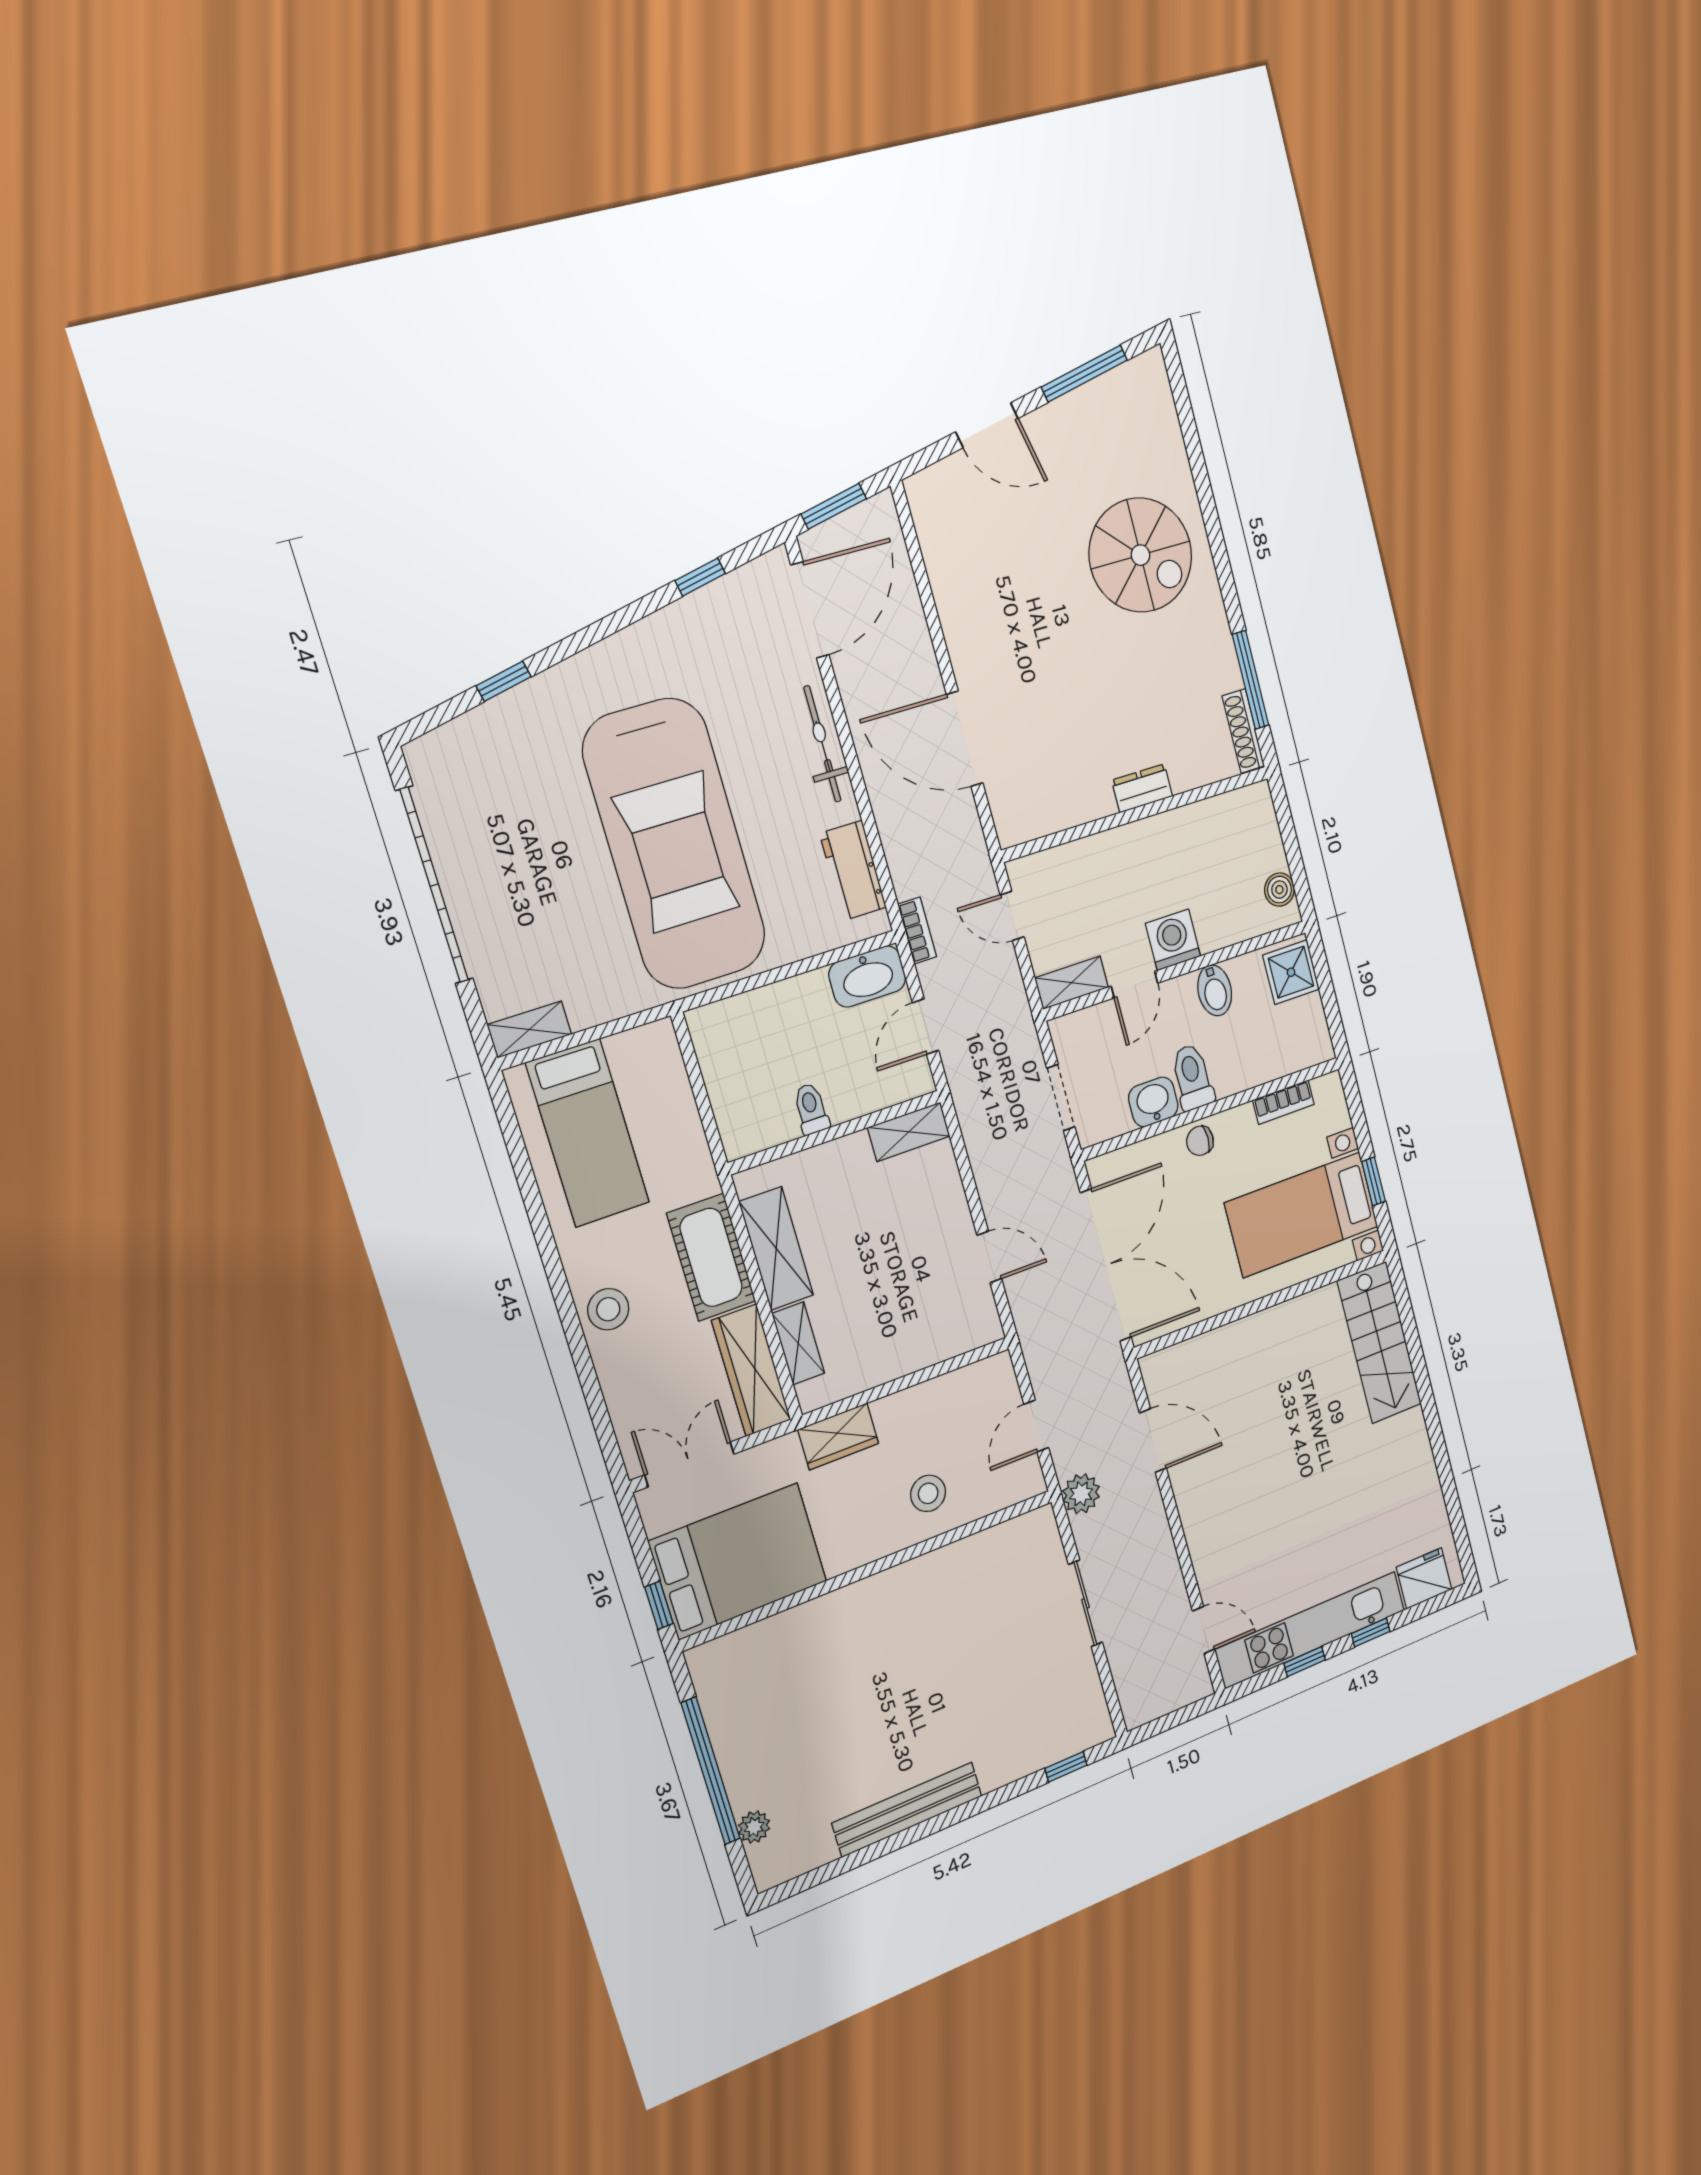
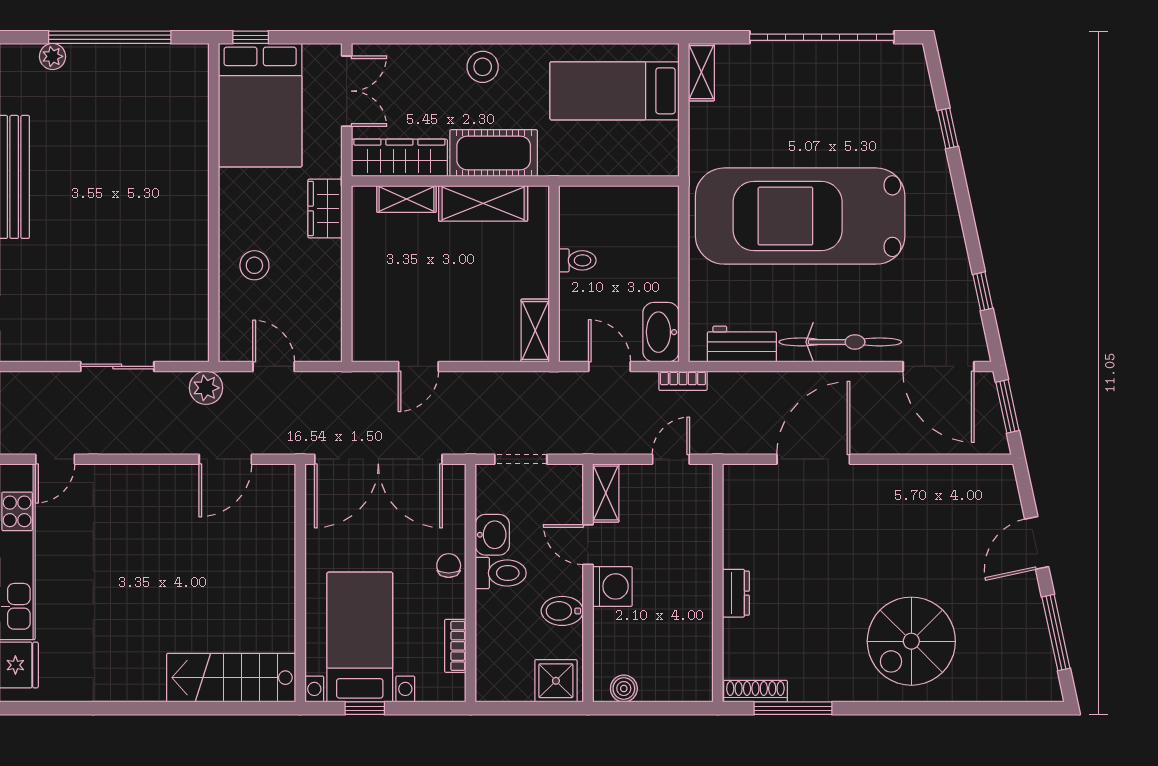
bicycle: (822, 744) -> (840, 342), width x1.37, depth x1.40

